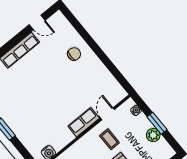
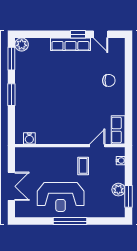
window: (19, 37) -> (78, 34), added
row of seats: (84, 122) -> (118, 130), moved, turned -90
window: (157, 123) -> (129, 196), moved

